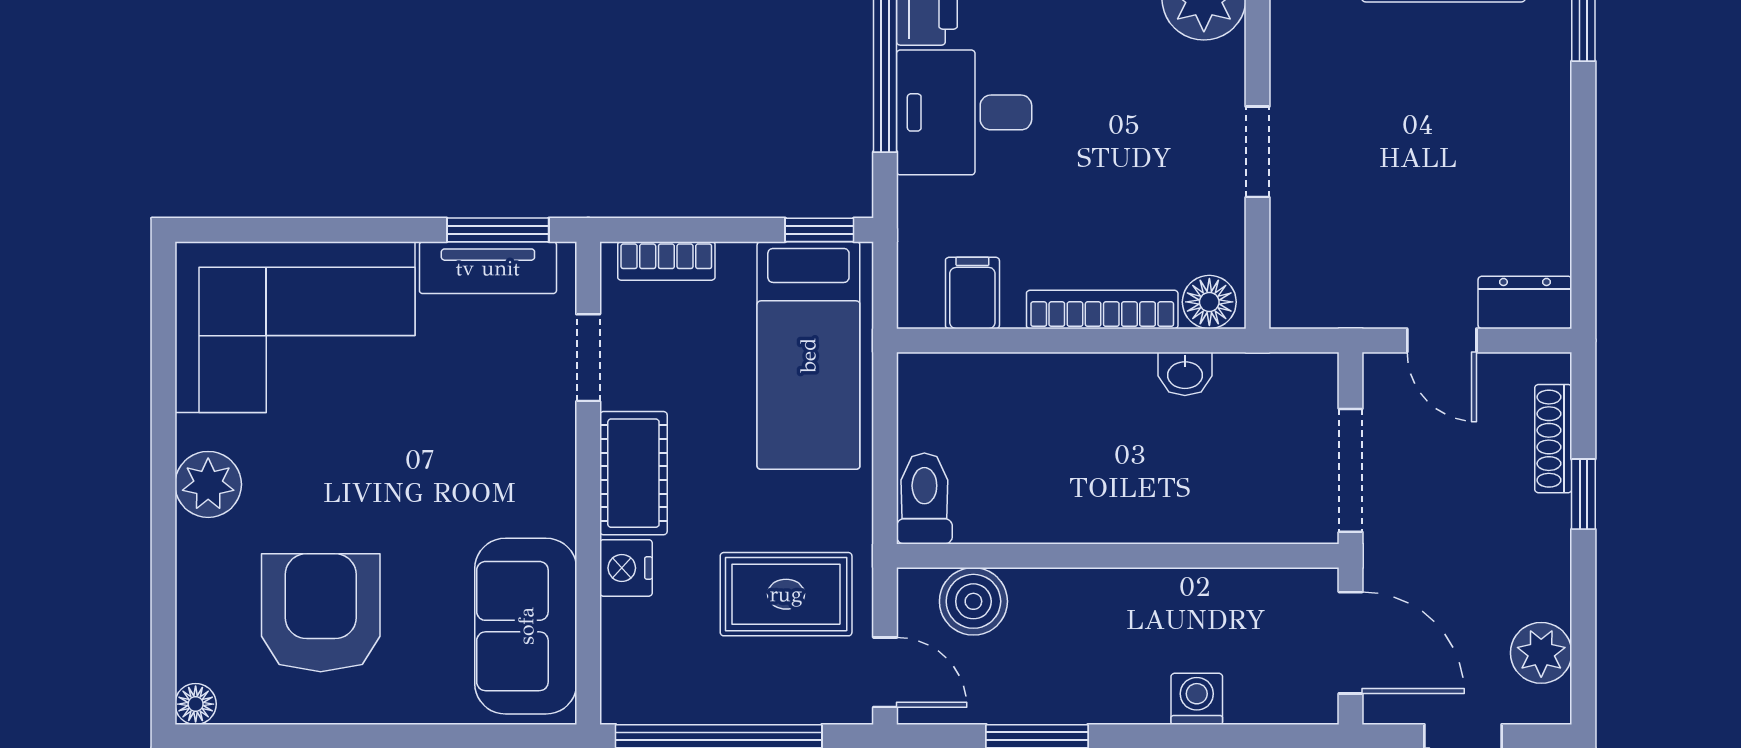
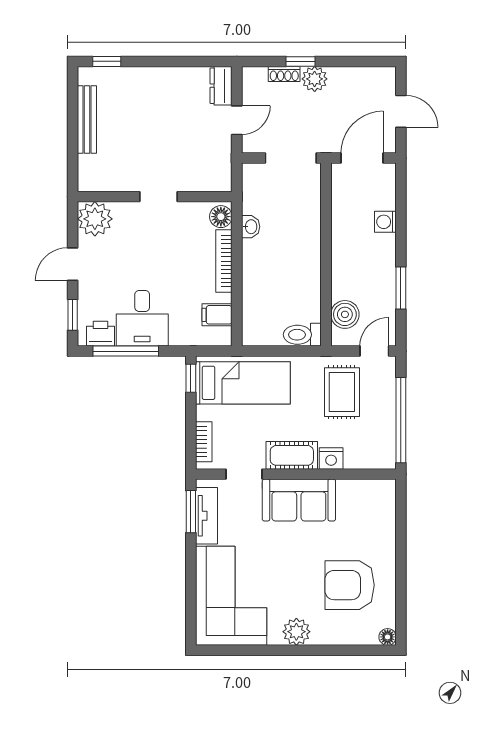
shoe rack: (1553, 439) -> (284, 74), width x0.70
sofa: (526, 626) -> (299, 500), moved
plant: (1541, 653) -> (315, 79), moved

